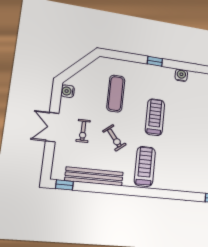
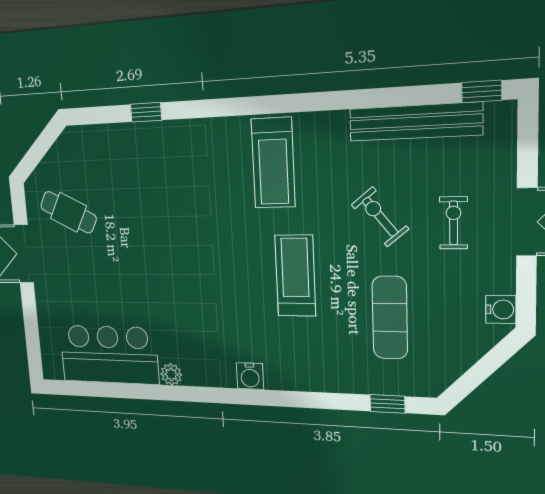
window: (155, 61) -> (387, 404), moved
treadmill: (155, 117) -> (295, 276), turned 180
treadmill: (145, 166) -> (273, 163), moved

